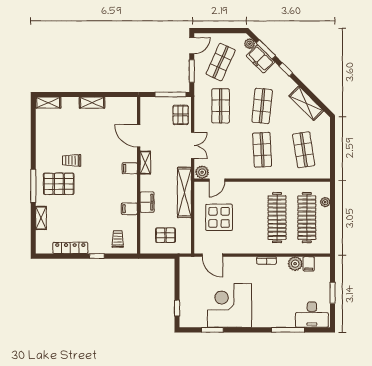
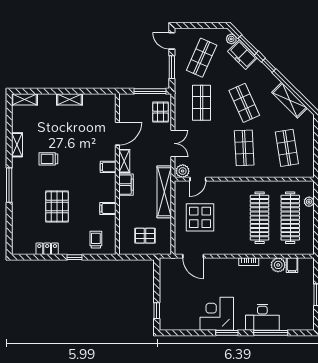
door: (192, 46) -> (172, 41), swing flipped
shop shelf: (262, 106) -> (244, 103), turned -30
door: (139, 136) -> (117, 134), swing flipped
pallet: (59, 184) -> (57, 206), moved, turned 90
filing cabinet: (147, 202) -> (126, 185), moved
shelving: (41, 218) -> (17, 145), moved
locker: (70, 248) -> (47, 249), width x0.66
corner desk: (230, 305) -> (217, 314), width x0.74, depth x0.74
desk: (312, 315) -> (262, 317), moved
window: (212, 330) -> (227, 333), moved

